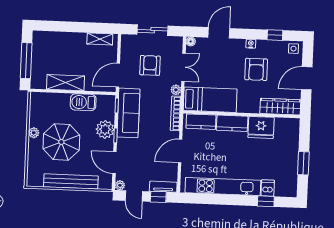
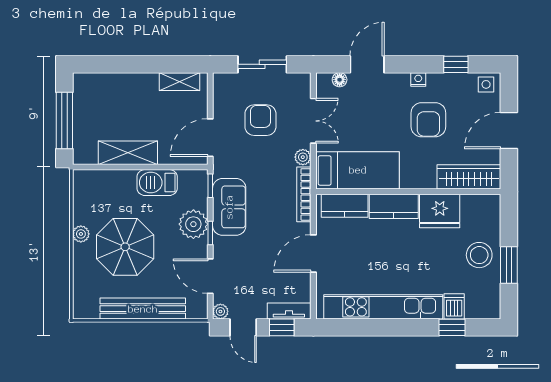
floor lamp: (191, 41) -> (340, 80), moved
sofa: (128, 113) -> (229, 207), width x0.73
stool: (285, 156) -> (479, 255), added

